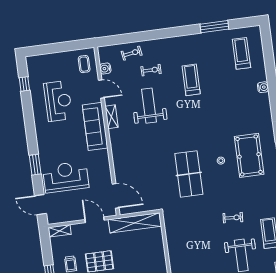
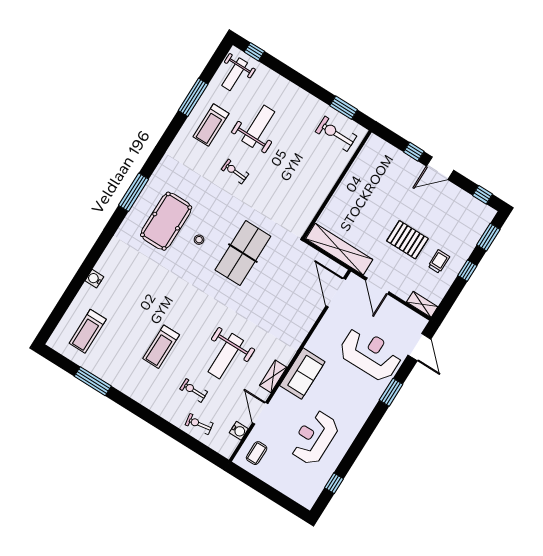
sofa: (95, 126) -> (302, 374), width x0.73
reception desk: (66, 177) -> (370, 354), turned 180

